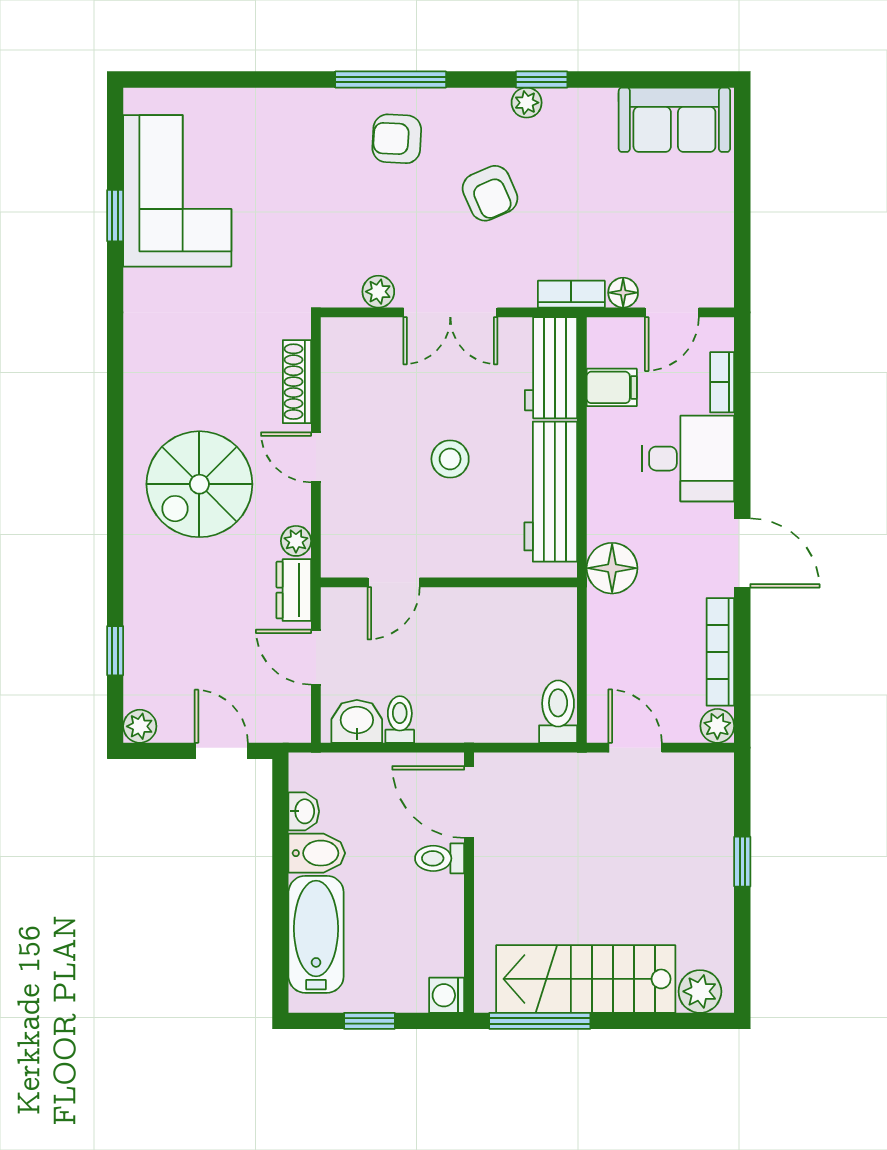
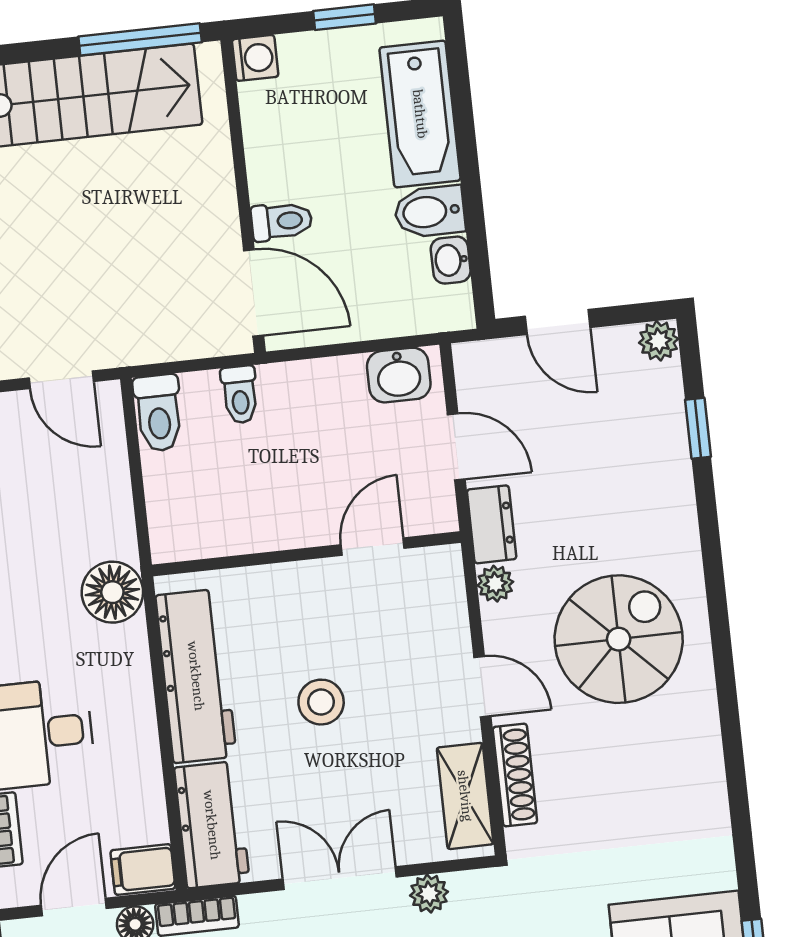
shelving: (340, 369) -> (465, 796), added
filing cabinet: (612, 387) -> (143, 870), moved
toilet: (400, 719) -> (240, 395), moved

